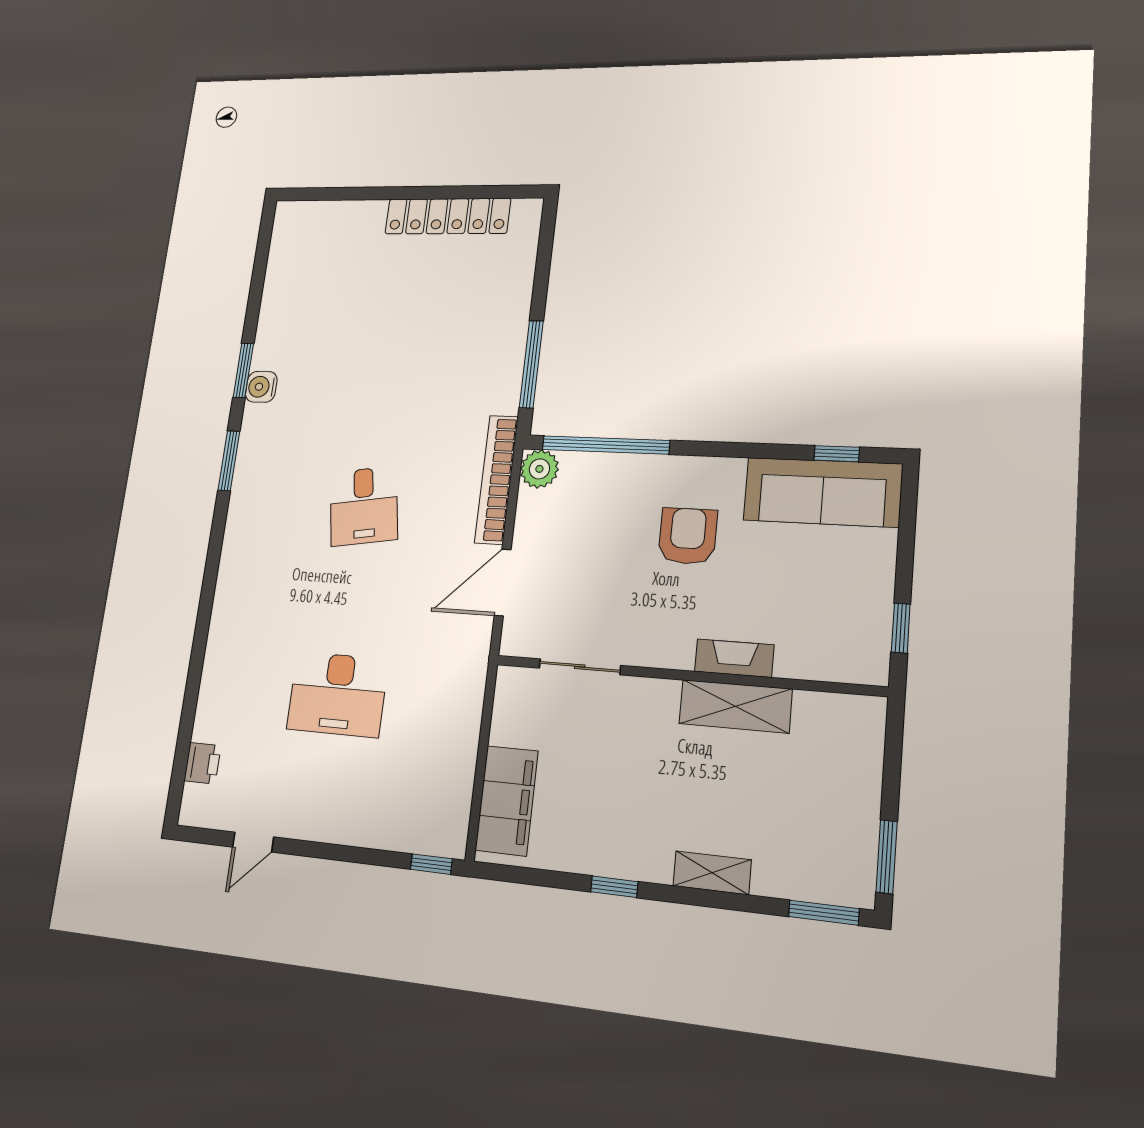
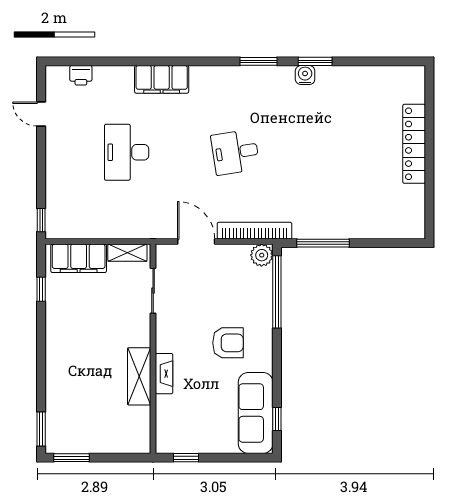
locker: (447, 216) -> (414, 144), moved
filing cabinet: (231, 623) -> (162, 79), added
shelving: (712, 873) -> (127, 253), moved, turned 90
window: (614, 887) -> (41, 289), moved

